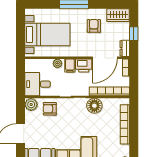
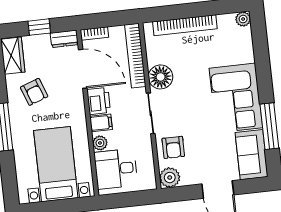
armchair: (94, 26) -> (34, 92), turned -110
desk: (37, 84) -> (116, 169), moved, turned 90

